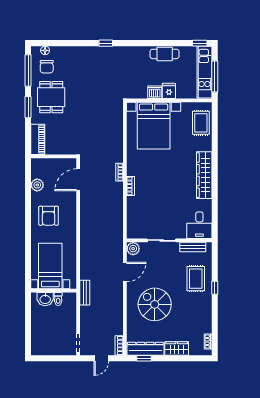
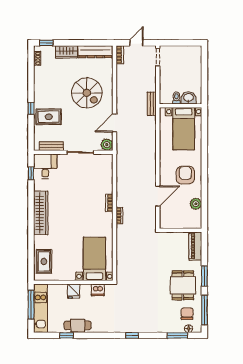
window: (57, 43) -> (177, 335), added
window: (200, 43) -> (67, 335), moved
dishwasher: (155, 92) -> (98, 290), moved
bed with nightstands: (154, 126) -> (94, 259), width x0.73
door: (78, 180) -> (158, 196), moved
window: (215, 218) -> (31, 173), added
rug: (196, 279) -> (49, 117), turned 90
window: (144, 358) -> (46, 43), moved

